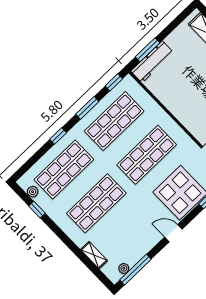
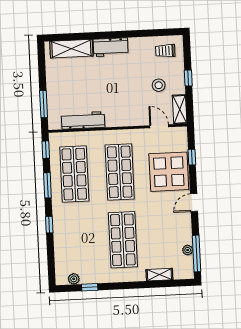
workbench: (152, 62) -> (83, 120), moved, turned -90
shop shelf: (64, 170) -> (77, 242), removed
plant: (124, 268) -> (188, 250), moved

